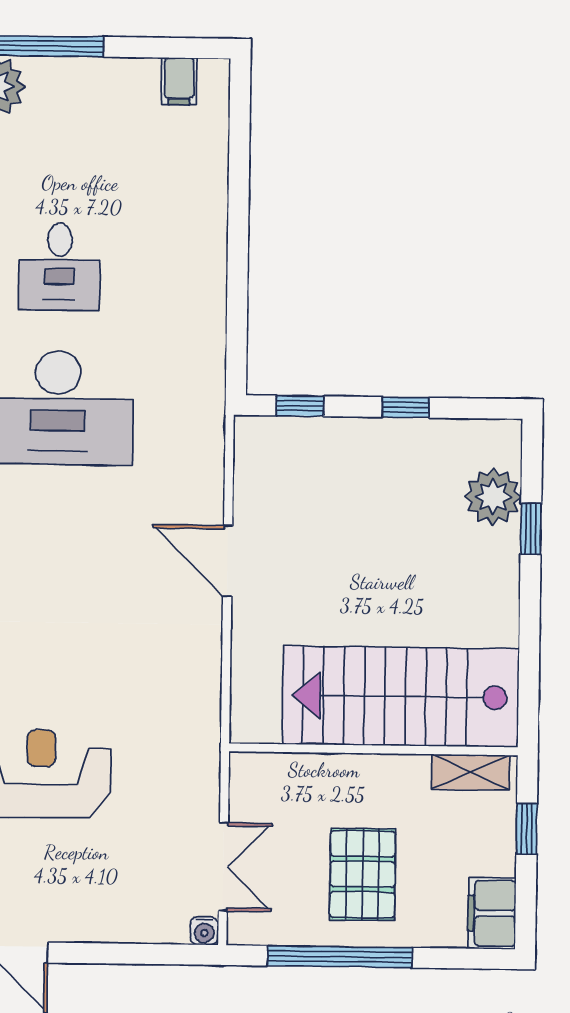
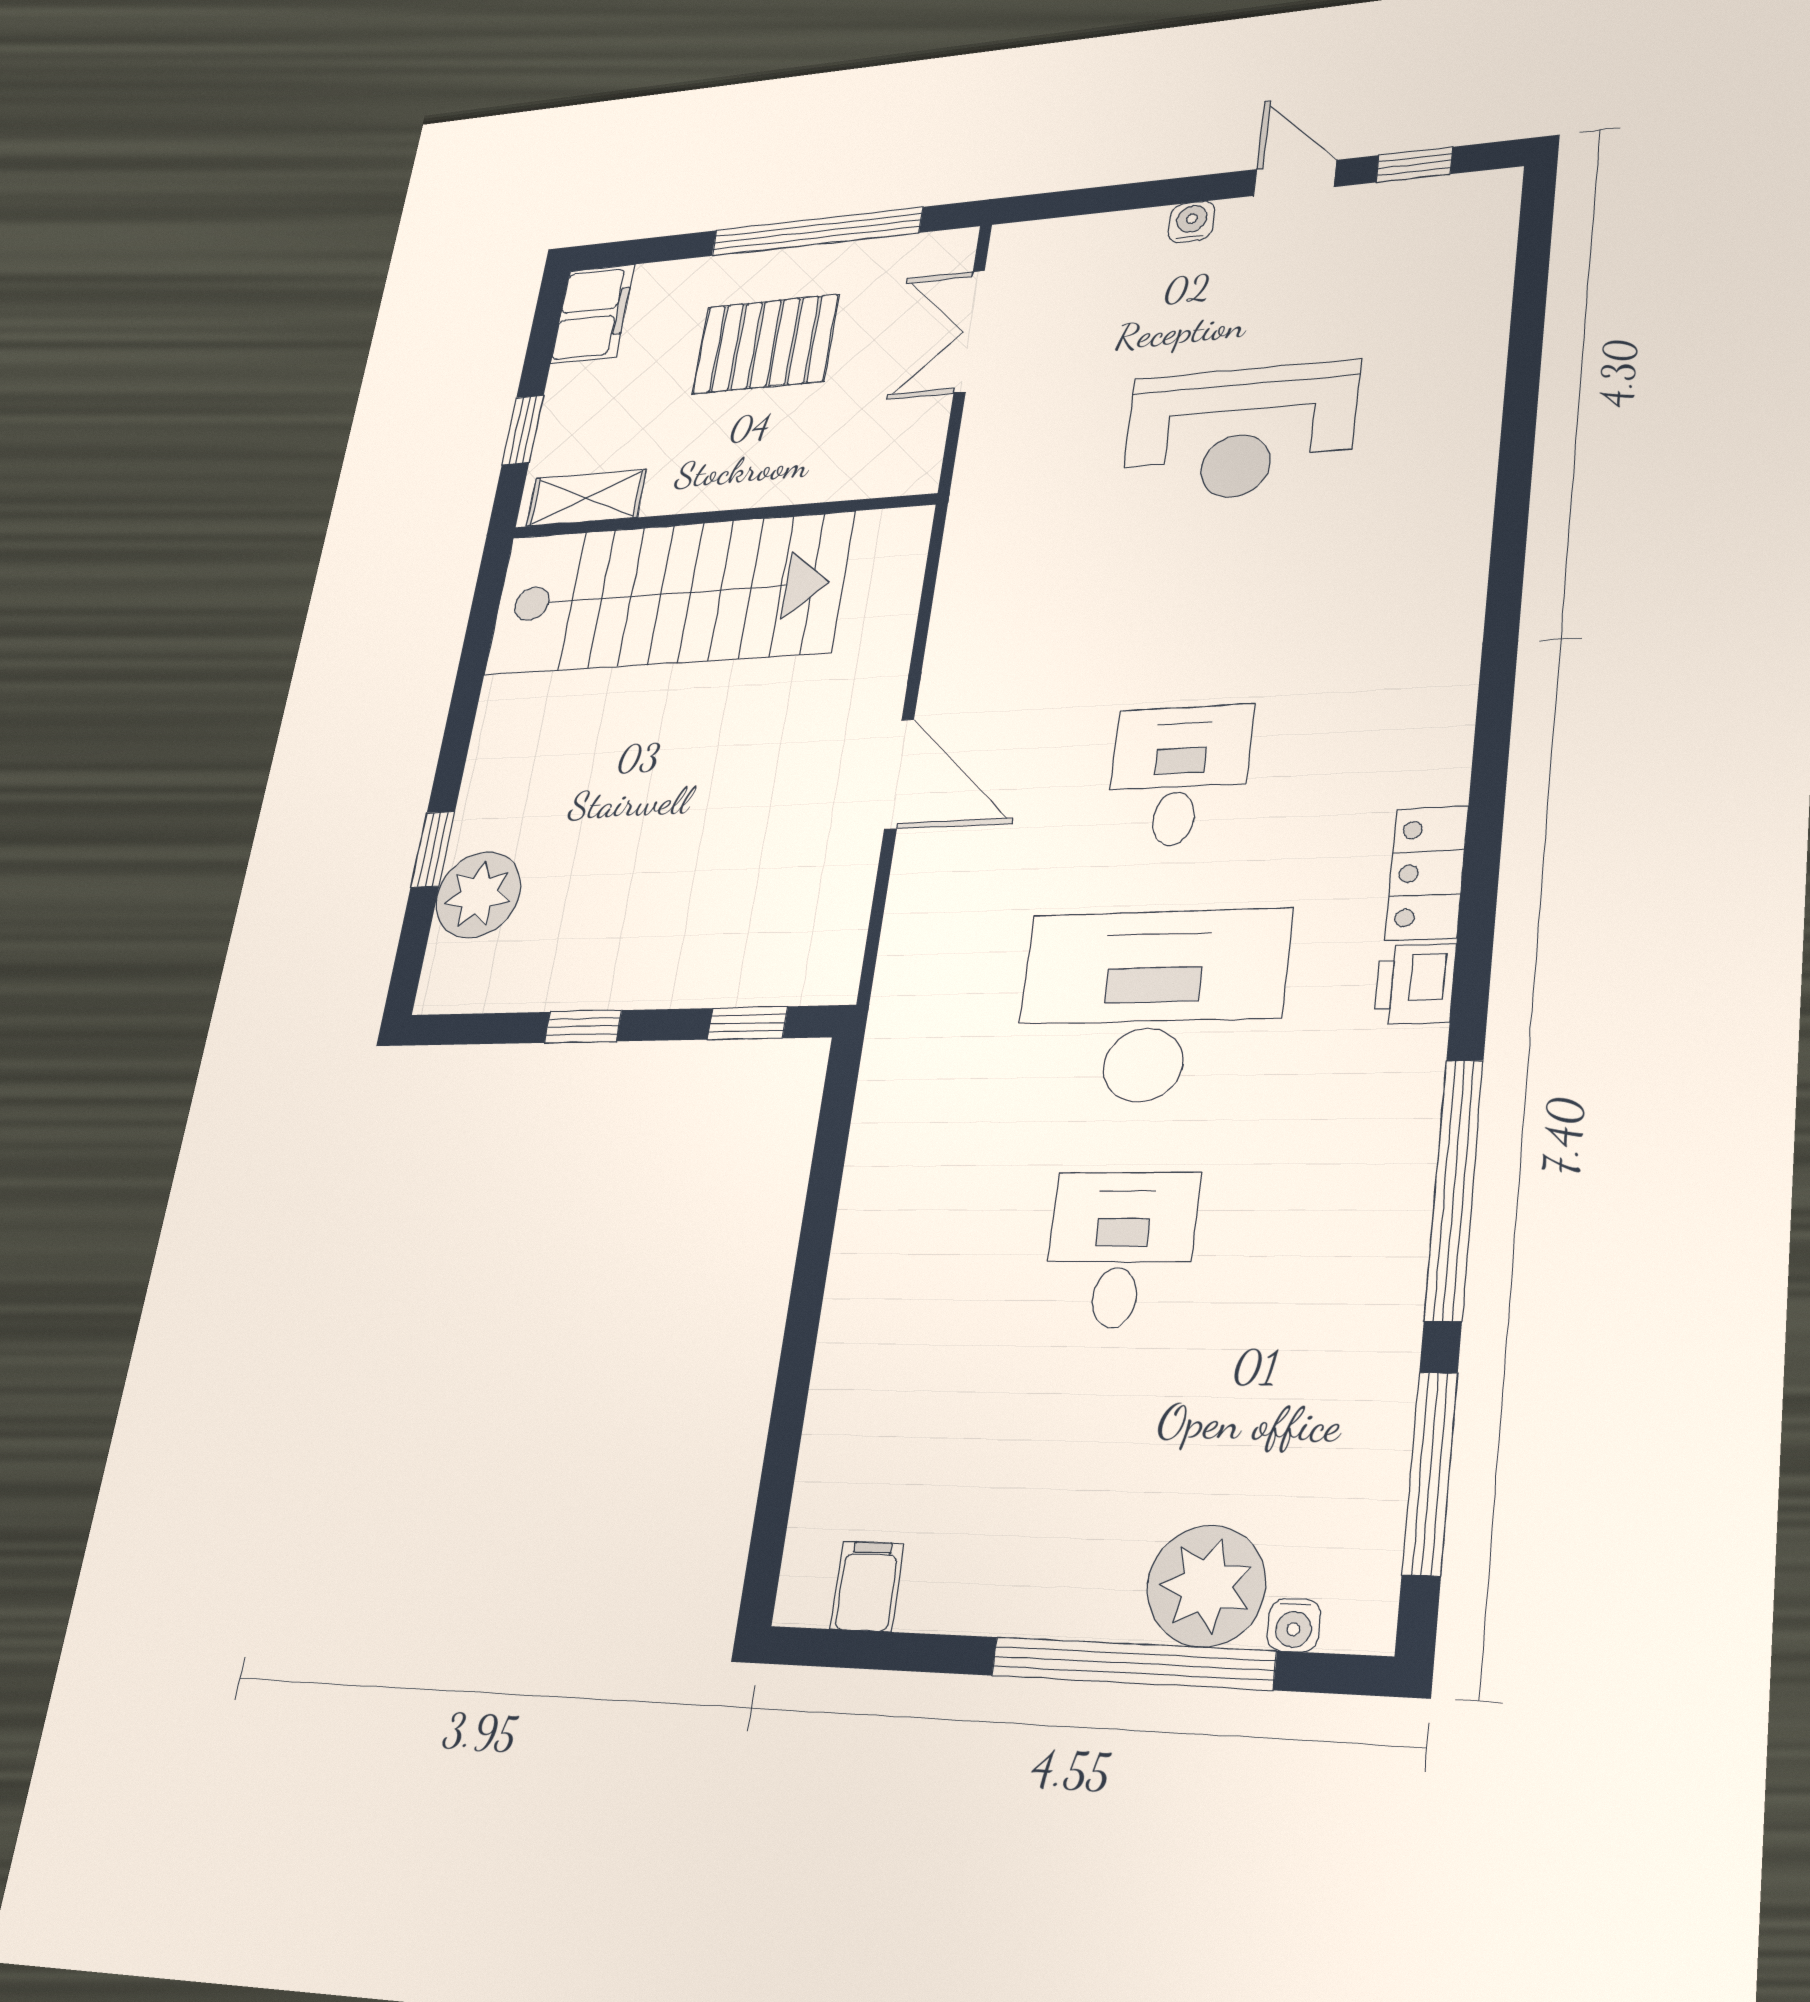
desk: (56, 549) -> (1179, 776), added
pallet: (363, 874) -> (765, 344), turned 90
water cooler: (204, 931) -> (1191, 222), moved

